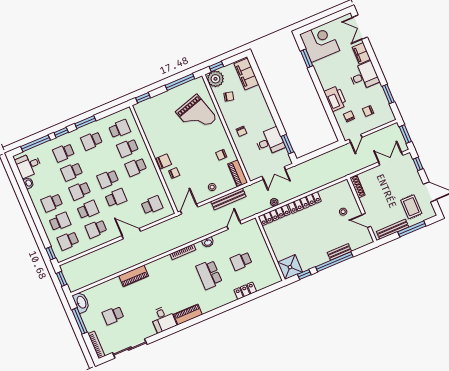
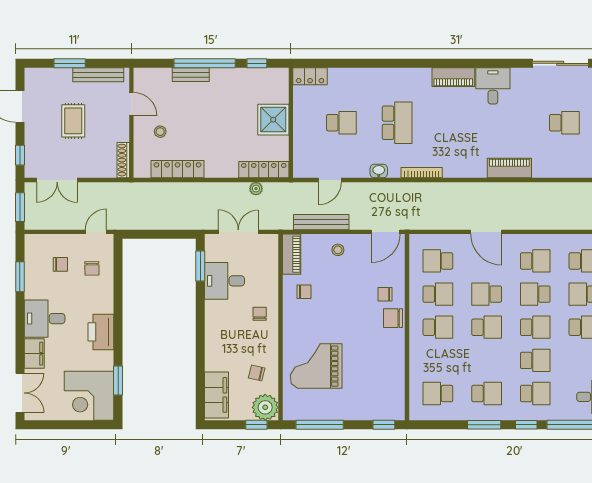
printer: (335, 98) -> (101, 332), moved
grand piano: (196, 115) -> (316, 366), turned -73
school desk: (128, 148) -> (438, 294), moved
locker: (305, 203) -> (178, 169), moved
rug: (411, 207) -> (73, 121), moved
window: (412, 229) -> (70, 63), width x0.69
shower: (290, 267) -> (273, 120), moved
locker: (245, 291) -> (310, 76), moved

